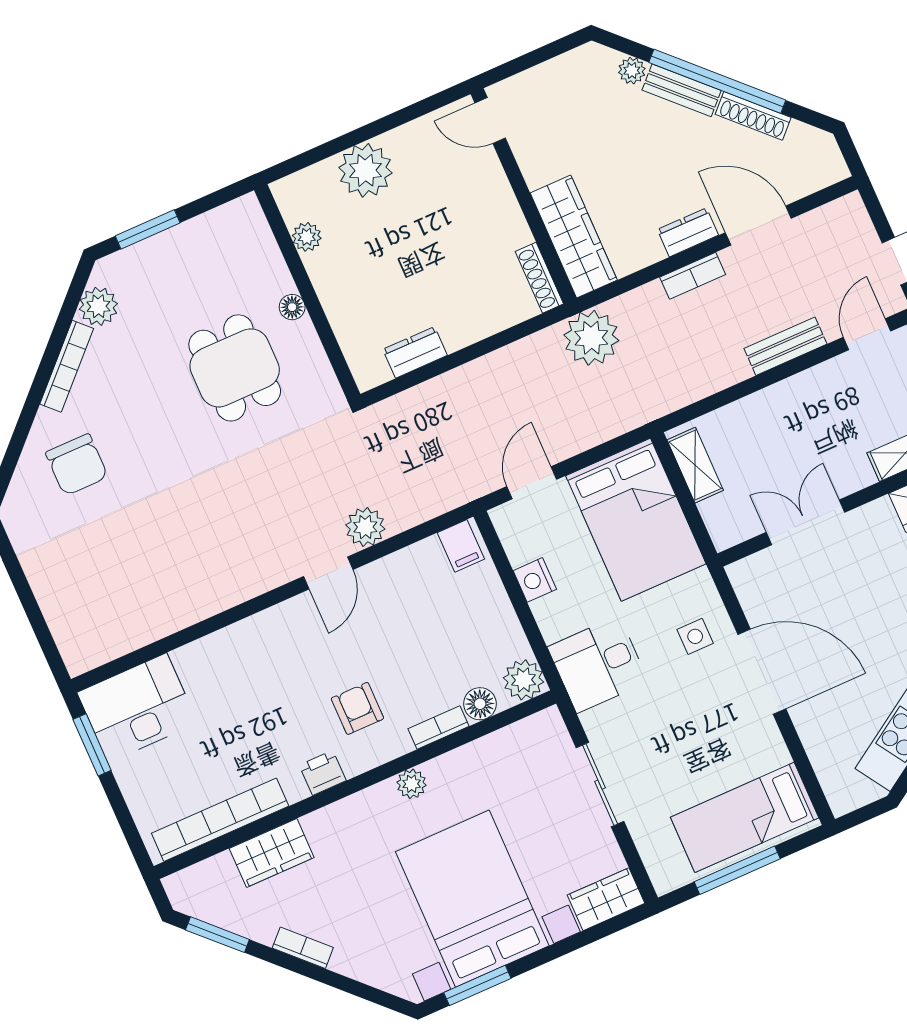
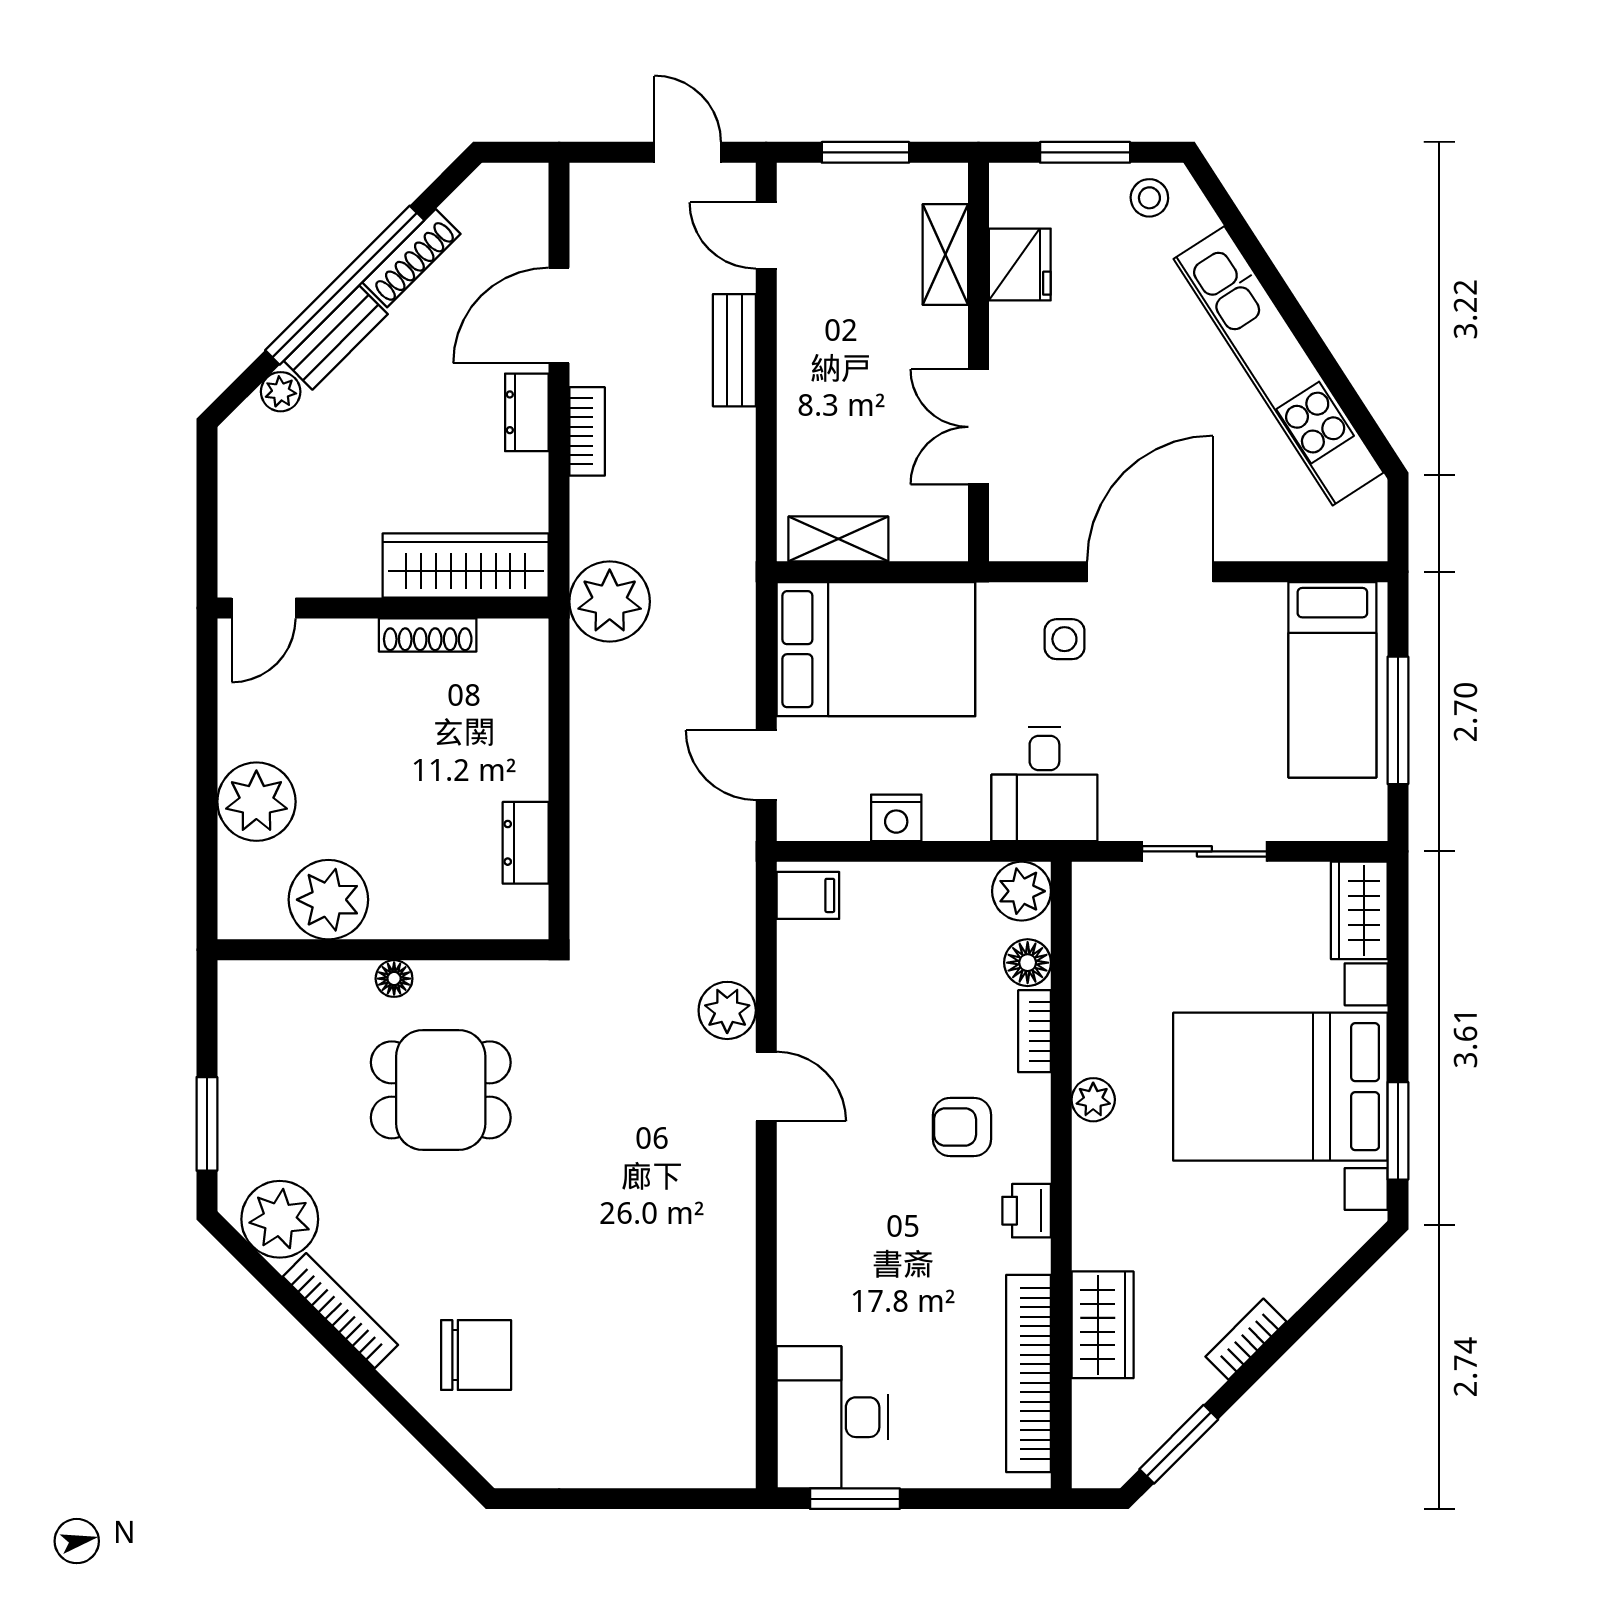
plant: (307, 237) -> (328, 900), width x1.87, depth x1.87
shoe rack: (539, 278) -> (428, 635), moved
plant: (98, 306) -> (280, 1219), width x1.36, depth x1.36

